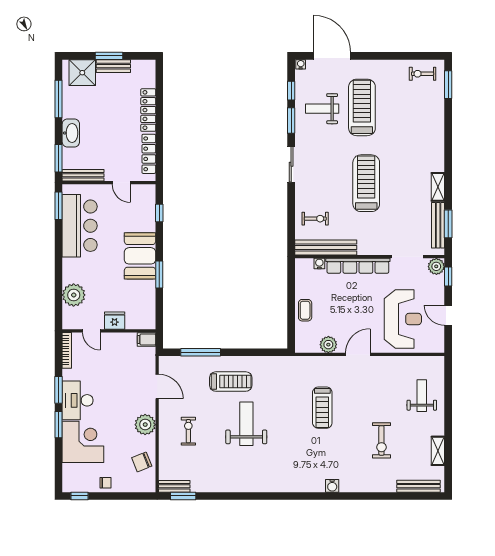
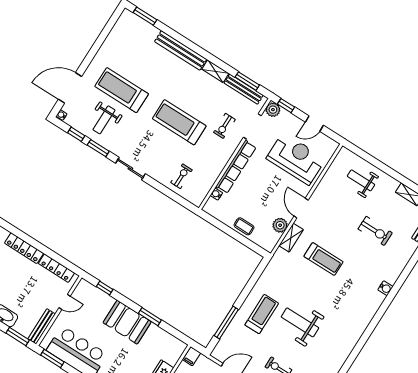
exercise bike: (423, 74) -> (224, 126), moved
bench: (326, 248) -> (181, 50), moved, turned 90
shelving: (323, 363) -> (291, 238), added

